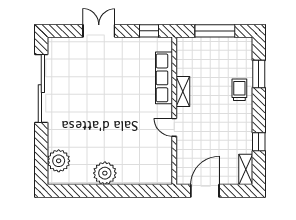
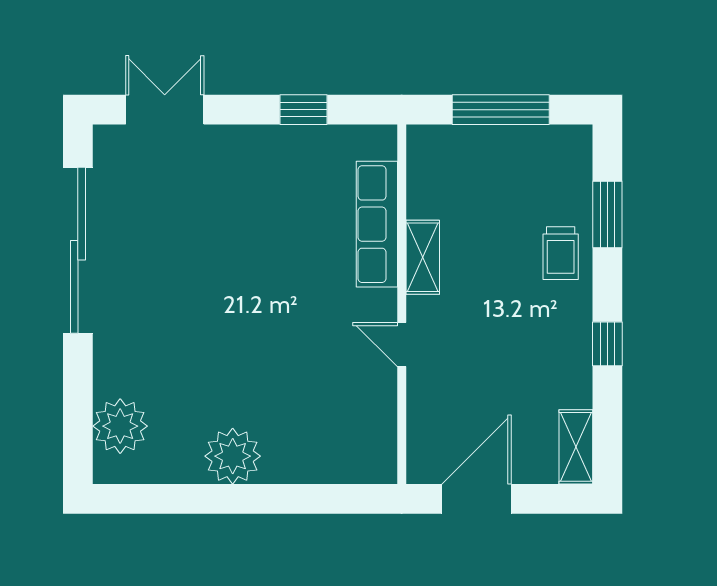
double door: (99, 31) -> (165, 110), moved
window: (149, 31) -> (303, 110), moved
trolley: (239, 90) -> (561, 253), turned 180
window: (259, 142) -> (607, 344), moved

